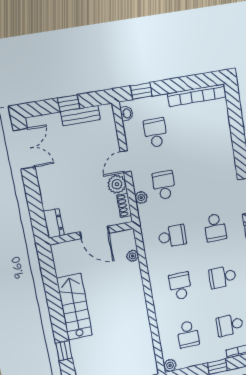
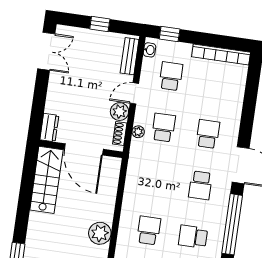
bench: (80, 116) -> (130, 56), moved, turned 90
door: (95, 233) -> (84, 149), width x1.36
school desk: (172, 236) -> (208, 134), moved, turned -90
plant: (133, 256) -> (100, 233), moved, width x1.88, depth x1.88
stairs: (75, 307) -> (46, 180), moved

